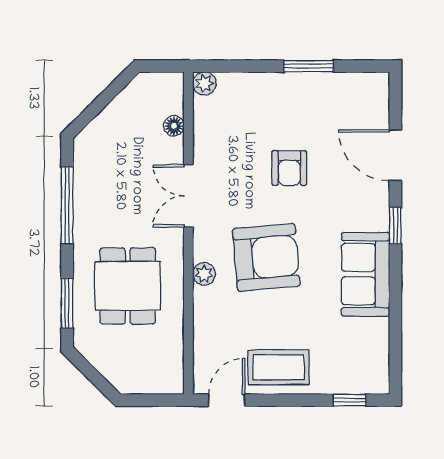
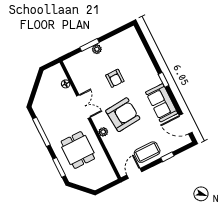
window: (309, 66) -> (90, 45), moved
plant: (204, 83) -> (97, 49), moved
door: (395, 155) -> (186, 124), moved
double door: (188, 196) -> (84, 107), swing flipped
window: (349, 400) -> (167, 157), moved

